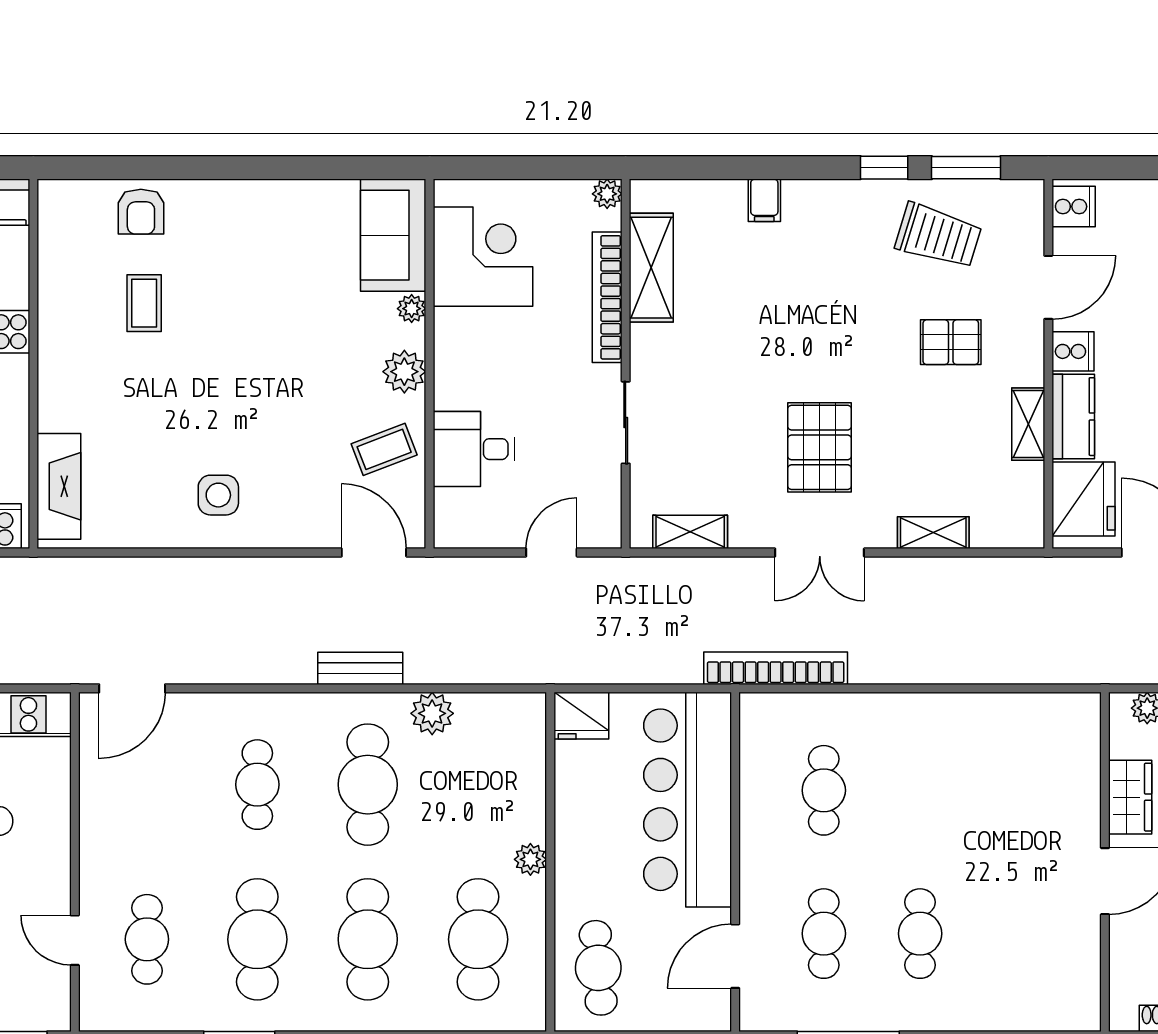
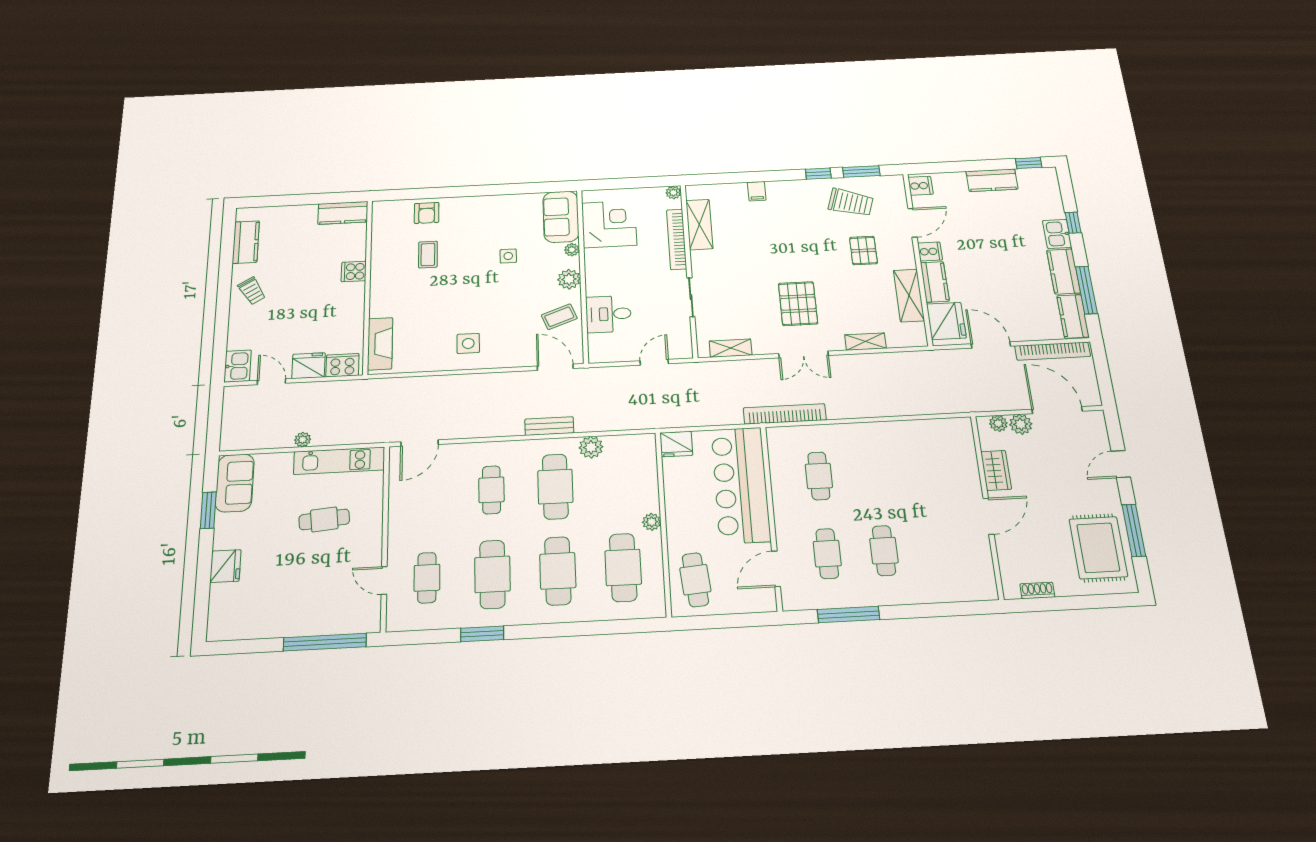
side table: (293, 315) -> (508, 256), added
pallet: (951, 342) -> (863, 251), turned 90
shelving: (1028, 424) -> (909, 295), width x1.50, depth x1.33

